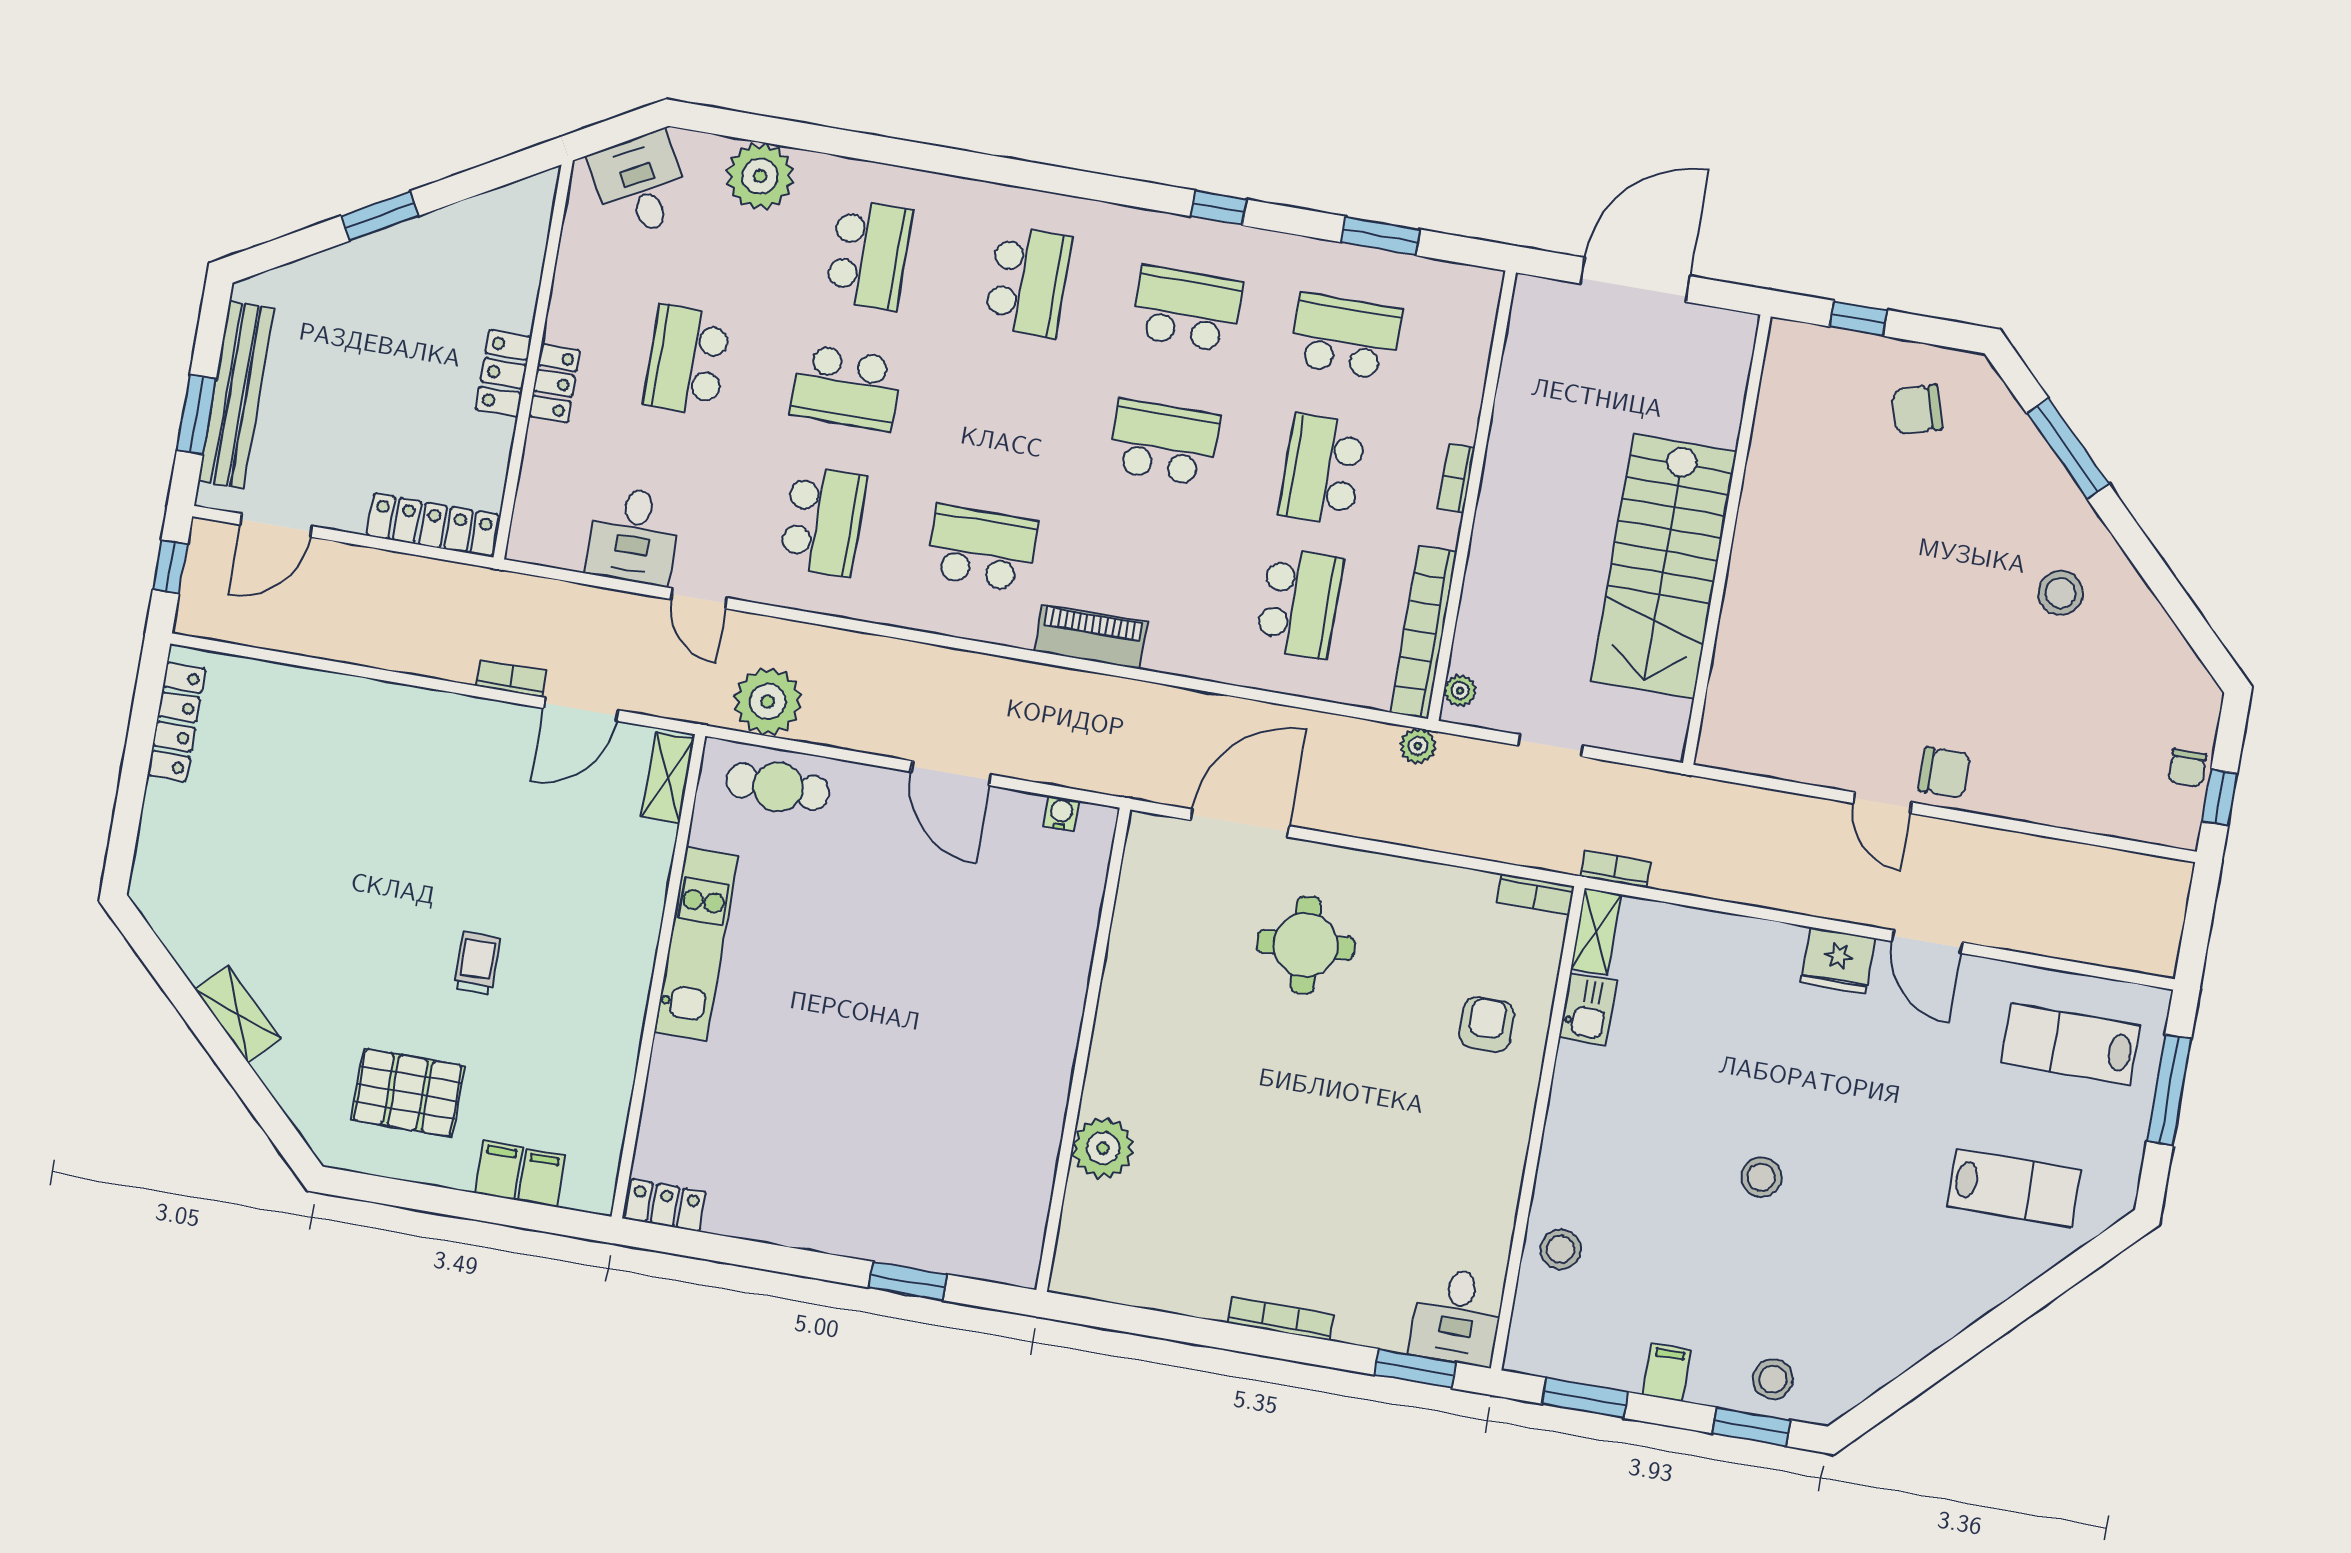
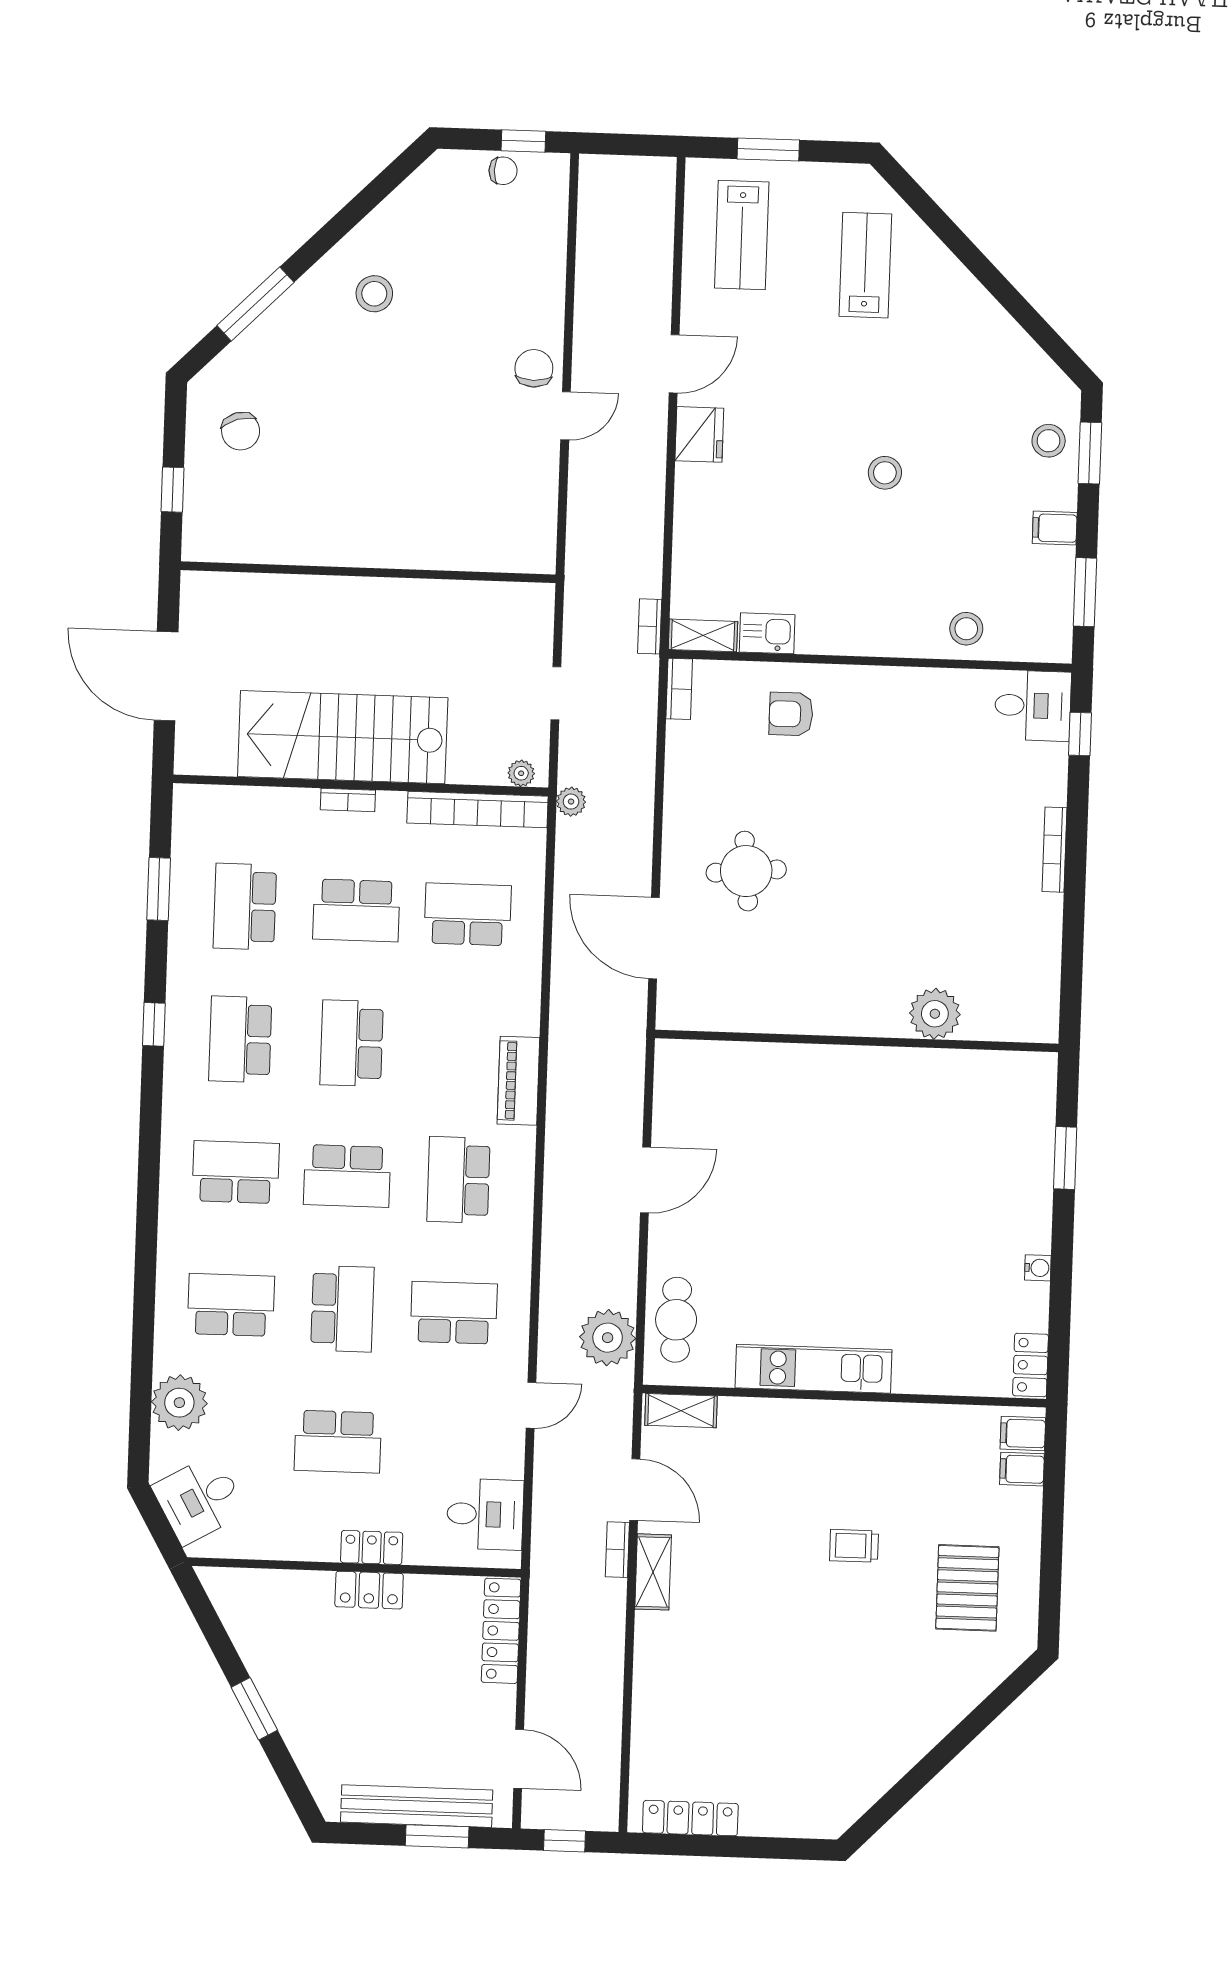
school desk: (1005, 415) -> (347, 1176), added
desk: (634, 535) -> (485, 1514), moved
stairs: (1664, 566) -> (343, 737), moved, turned 180
water cooler: (1061, 813) -> (1038, 1268), moved, turned 180
shelving: (238, 1014) -> (653, 1572), moved, turned -44
window: (2169, 1090) -> (768, 150), width x0.69
filing cabinet: (499, 1170) -> (1023, 1433), moved
window: (1415, 1369) -> (1080, 734), width x0.67

